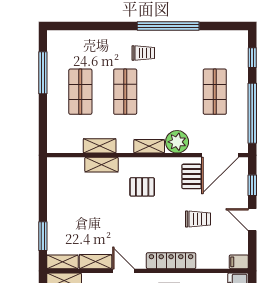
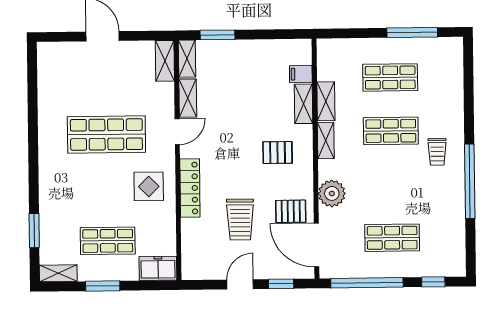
shelving: (149, 146) -> (326, 141), moved
pallet: (142, 187) -> (278, 152), turned 90
trolley: (198, 219) -> (240, 220), width x1.36, depth x1.39
filing cabinet: (239, 262) -> (301, 74), moved, turned -90

